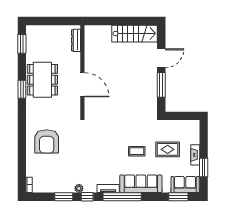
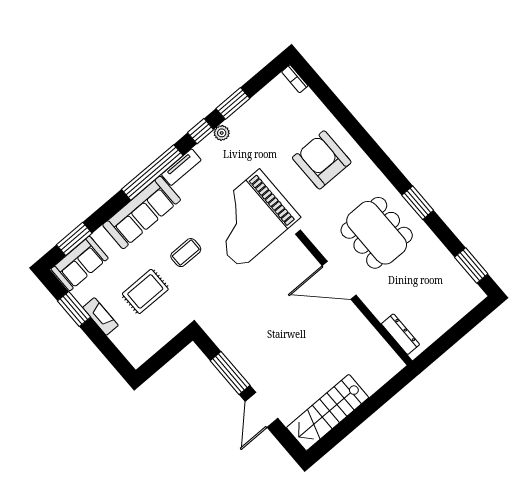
dining table: (42, 80) -> (377, 233), moved
grand piano: (98, 142) -> (250, 219), added

